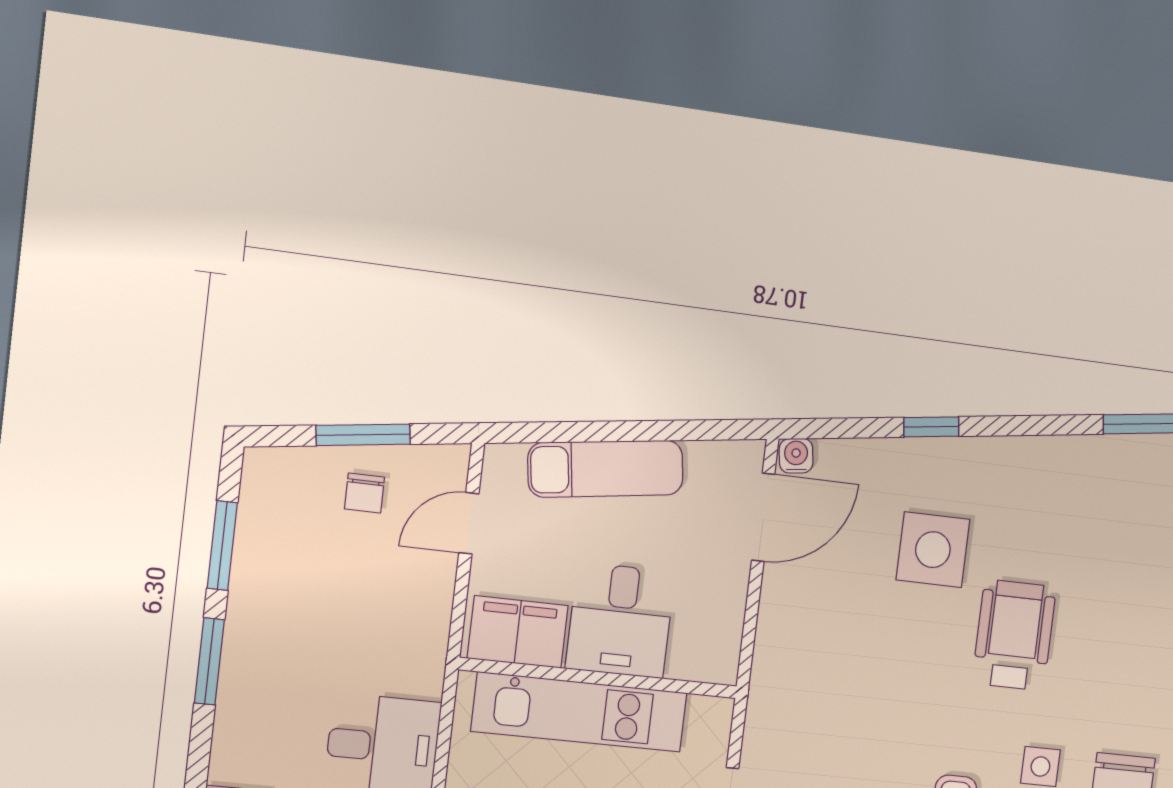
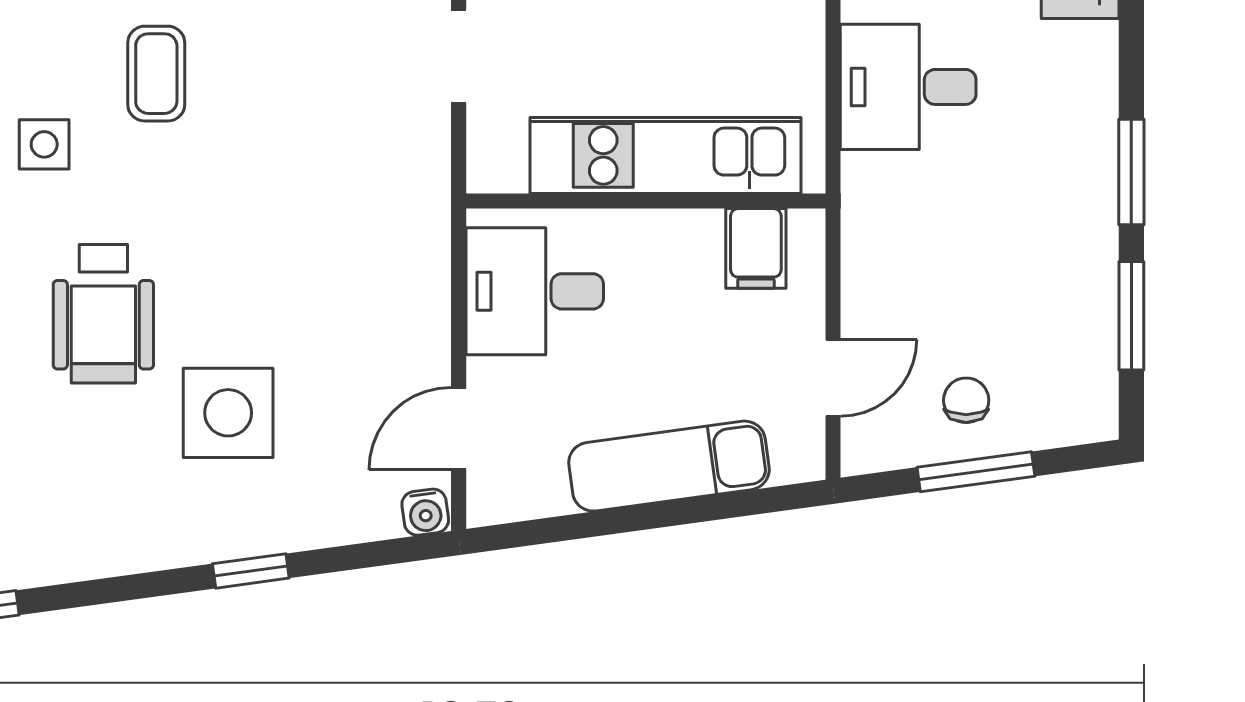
door: (763, 517) -> (459, 429), width x0.73
desk: (620, 620) -> (535, 291), moved, turned -90
filing cabinet: (518, 632) -> (756, 248), width x0.50

